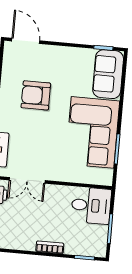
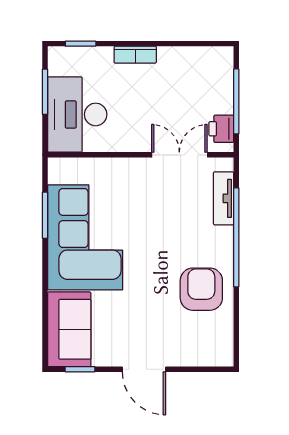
door: (26, 41) -> (144, 369), moved
armchair: (36, 95) -> (201, 289), moved, turned -90
desk: (91, 206) -> (77, 114), width x1.37

